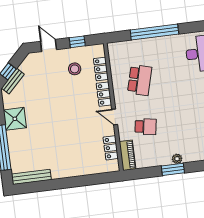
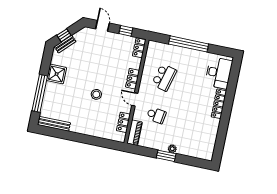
stool: (75, 69) -> (96, 94), moved
locker: (101, 69) -> (139, 48), moved

